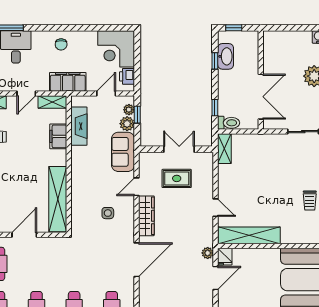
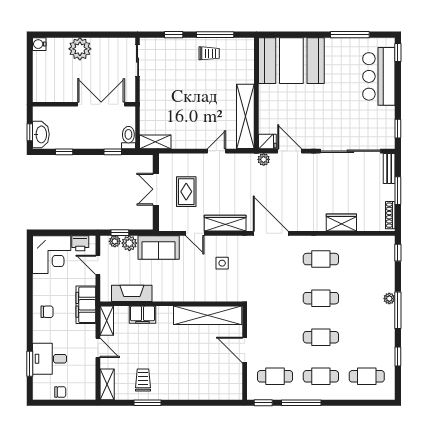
washbasin: (226, 56) -> (41, 134), moved, turned 90

